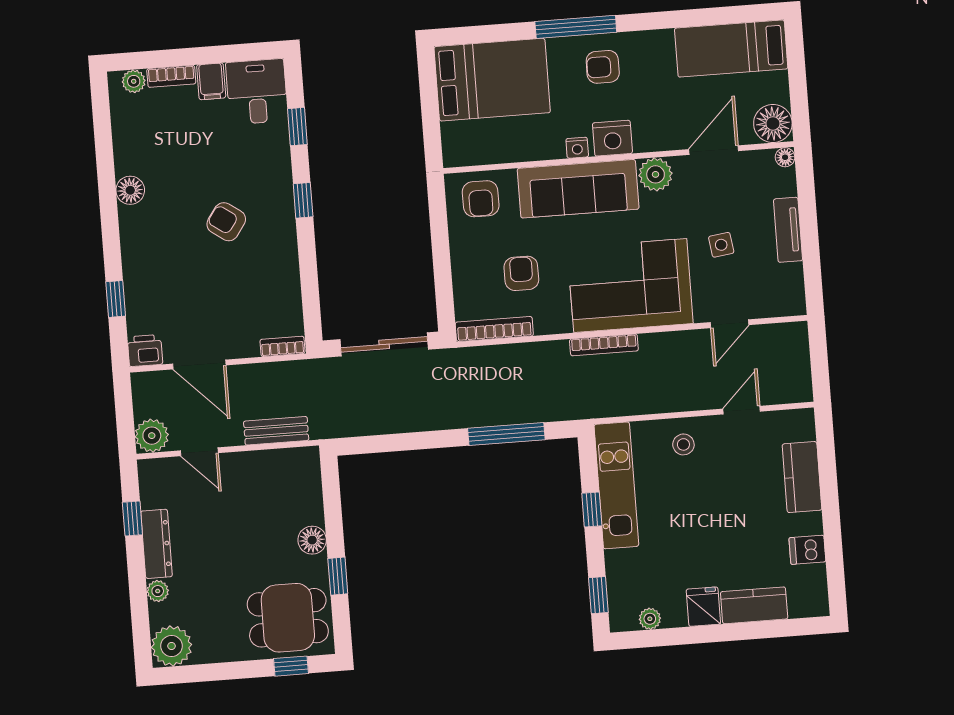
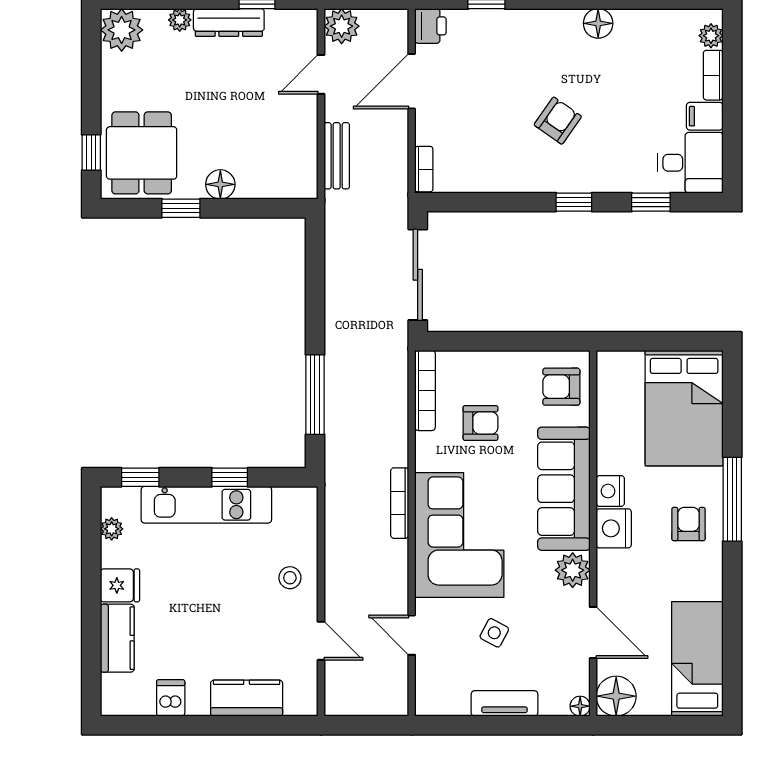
nightstand: (577, 148) -> (610, 491), width x1.39, depth x1.35
side table: (721, 245) -> (494, 633), turned 36
kitchen unit: (616, 485) -> (206, 505), moved

